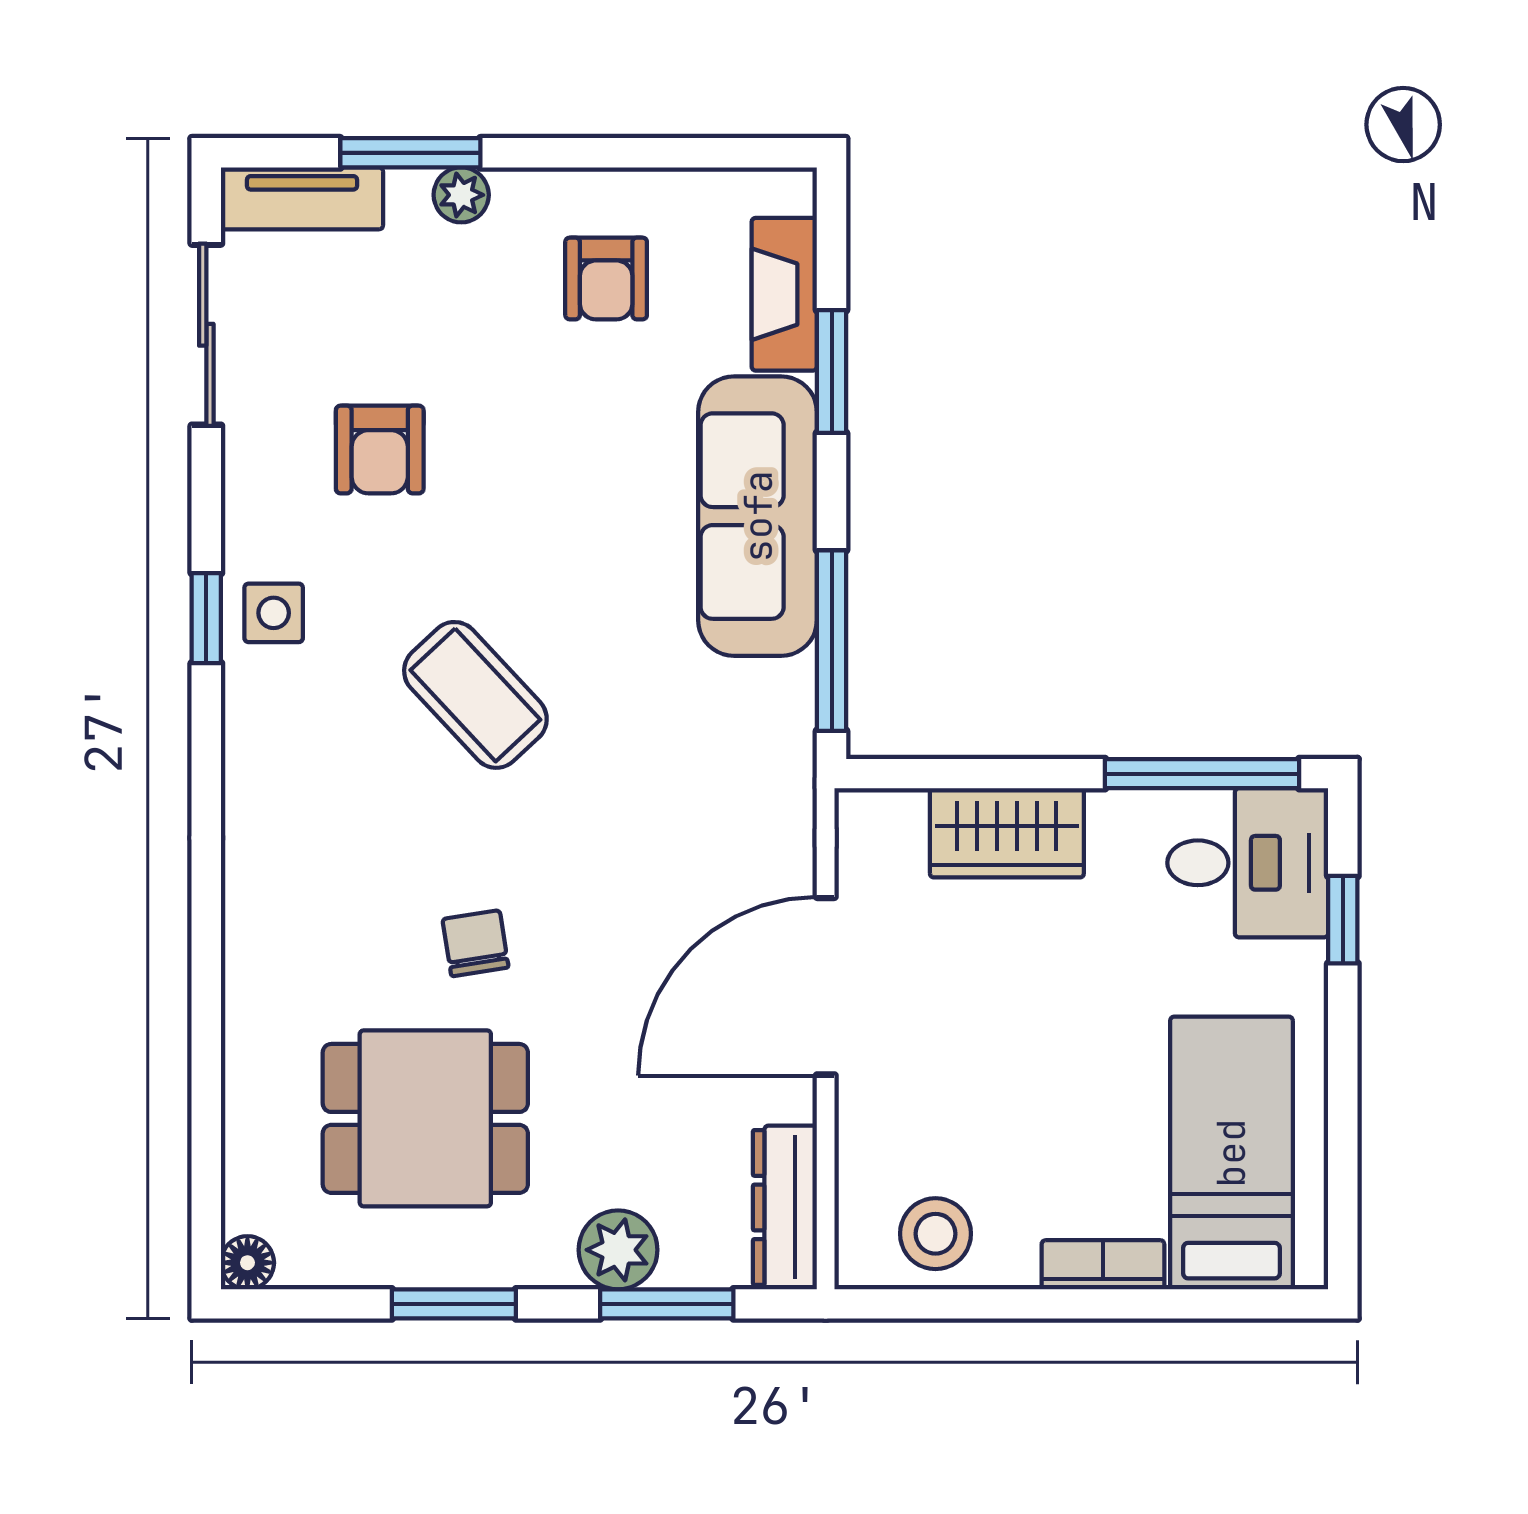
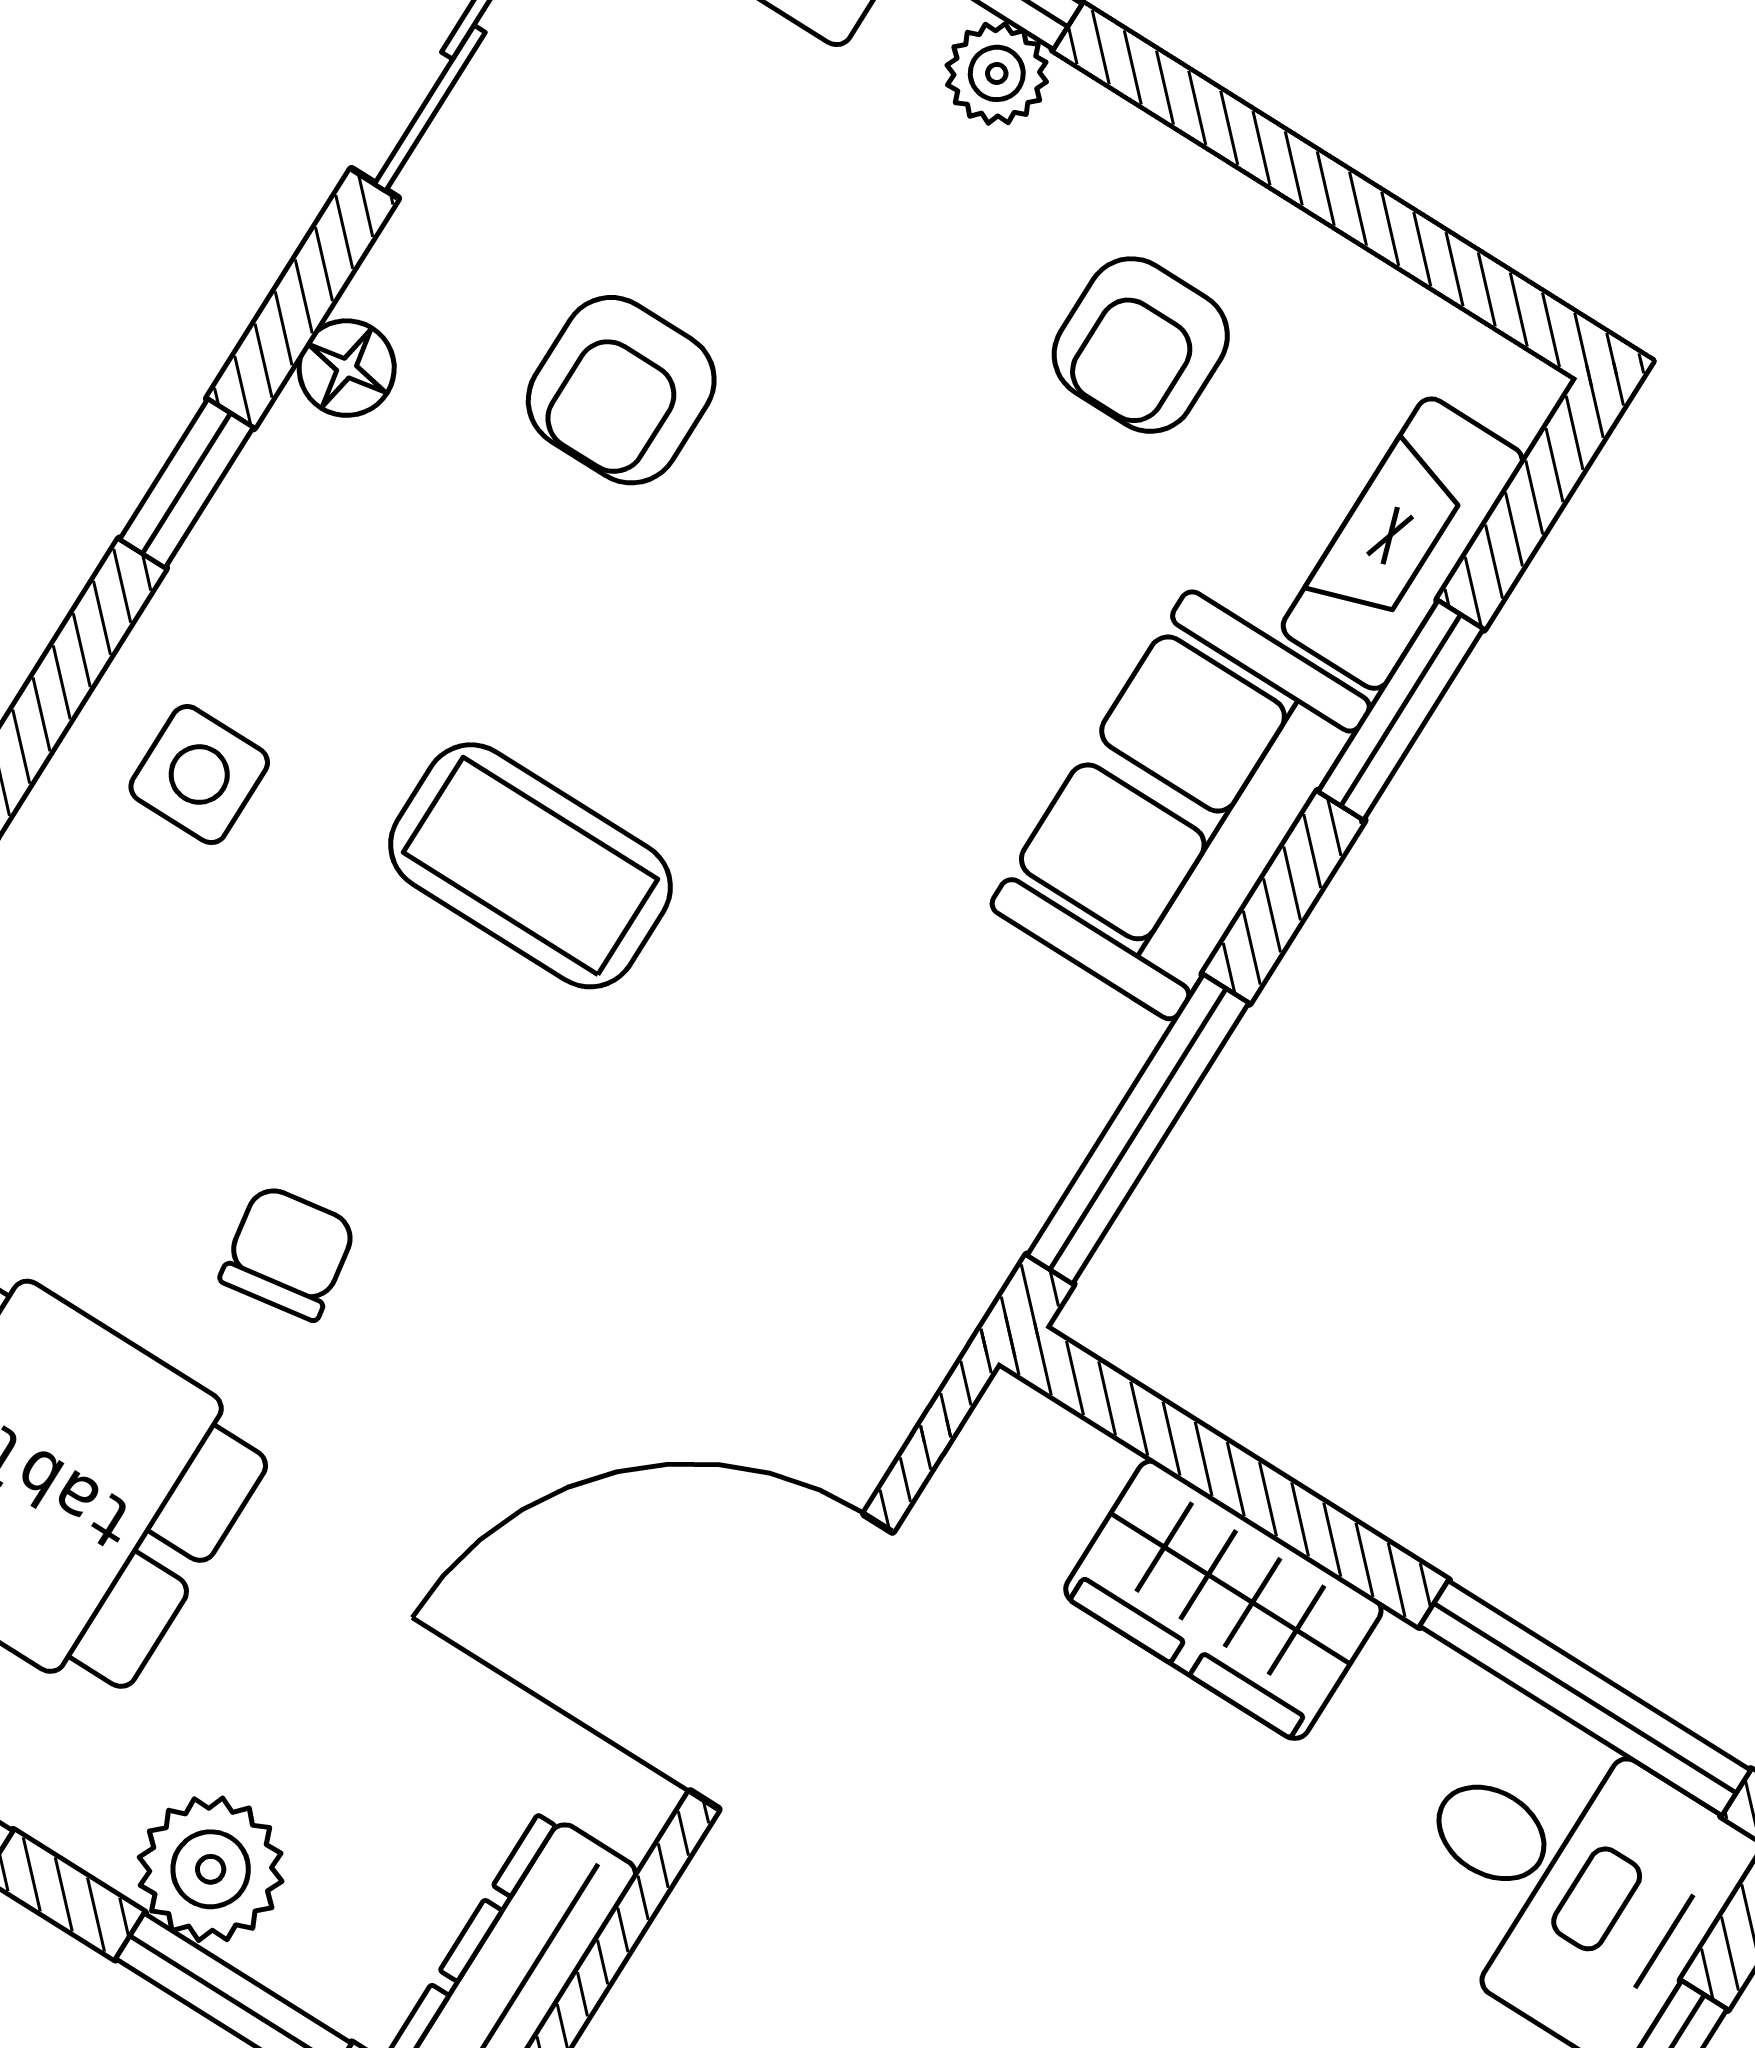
sofa: (758, 516) -> (1181, 805), width x0.73
floor lamp: (247, 519) -> (347, 368), added
side table: (274, 613) -> (199, 775), moved
coffee table: (475, 695) -> (531, 866), turned -47

